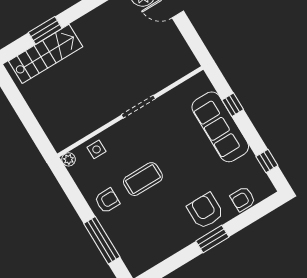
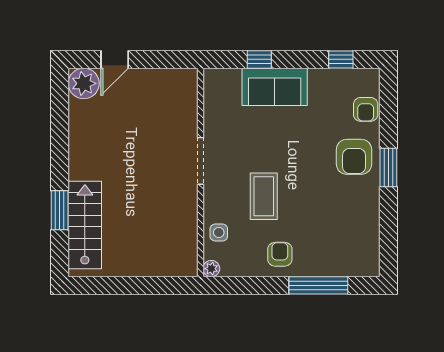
sofa: (220, 127) -> (275, 87), width x0.73
coffee table: (143, 179) -> (264, 196), moved
armchair: (205, 211) -> (354, 157), turned -90

